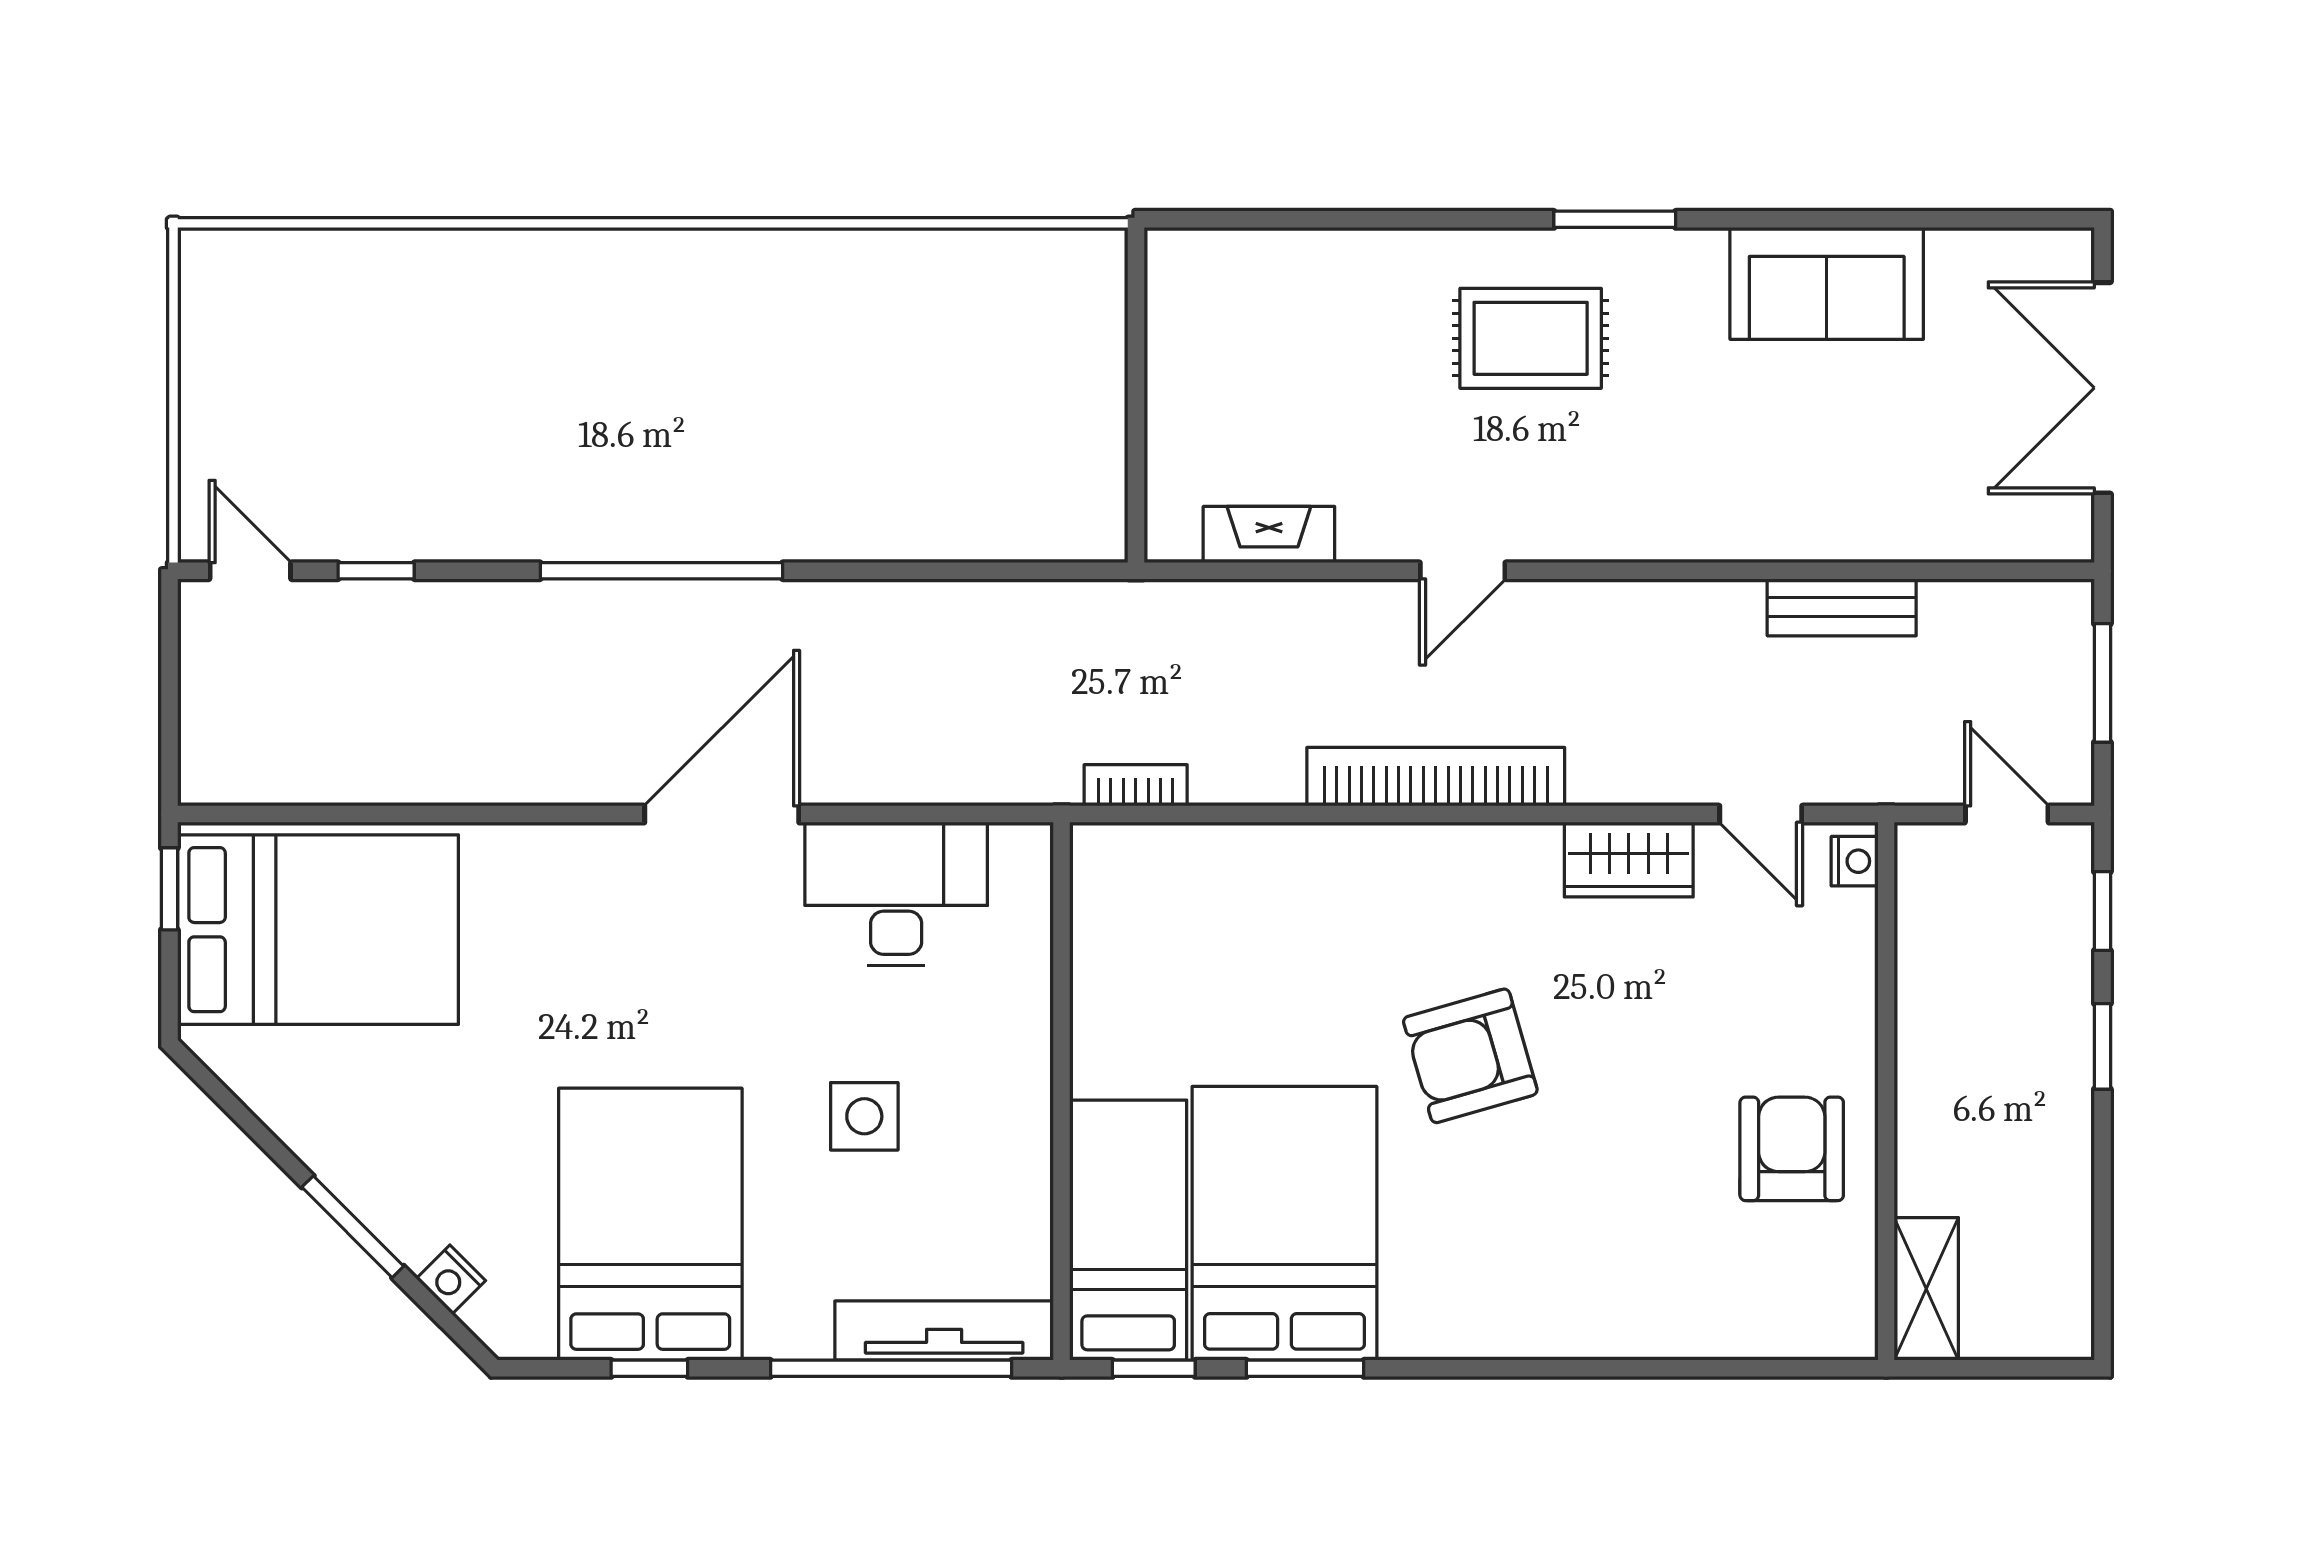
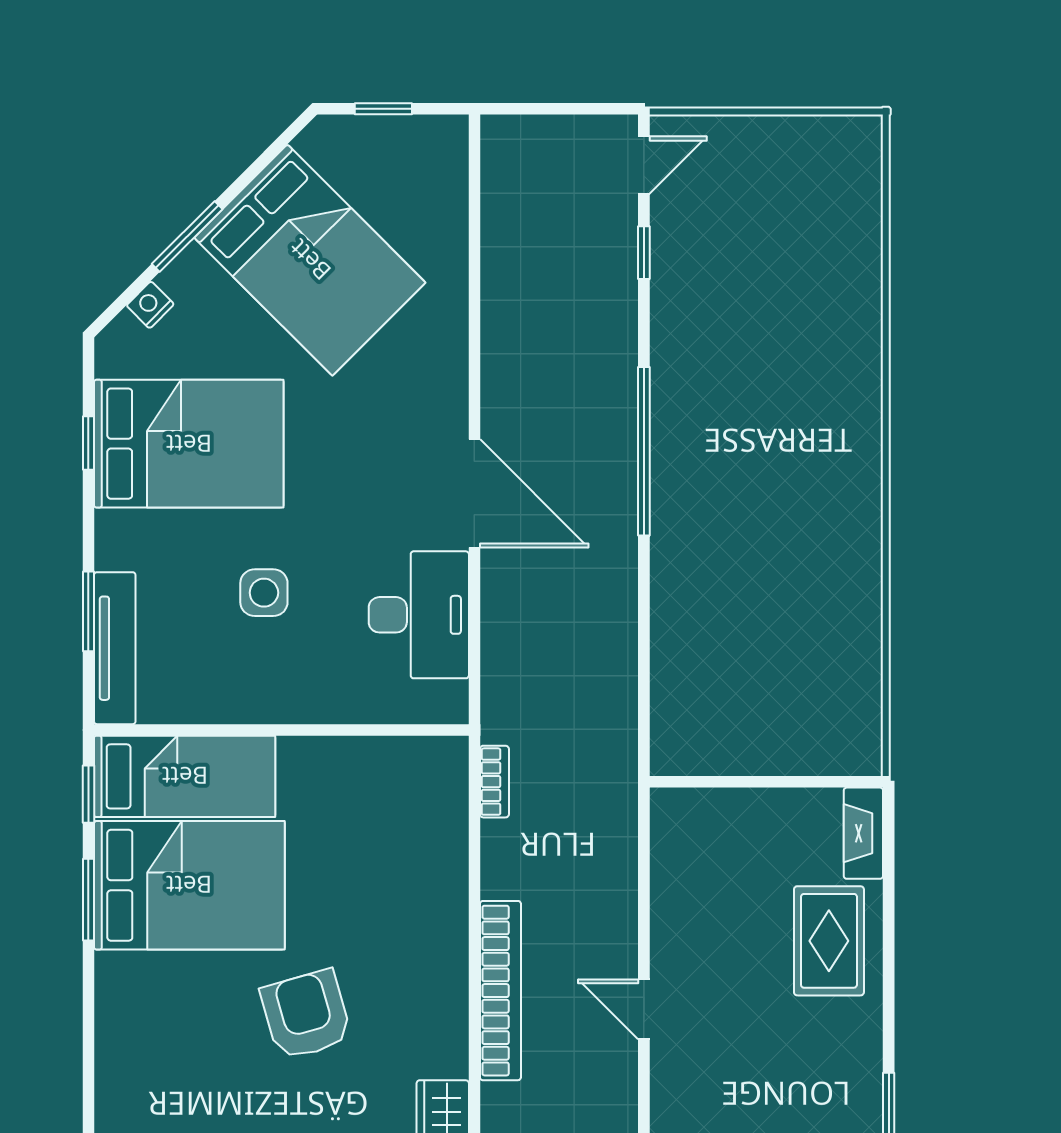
rug: (1531, 338) -> (829, 941), moved
fireplace: (1269, 535) -> (863, 833), moved, turned 180
window: (169, 889) -> (383, 109), moved
bed: (318, 930) -> (310, 260), moved, turned -45
window: (891, 1368) -> (88, 611), width x0.47

